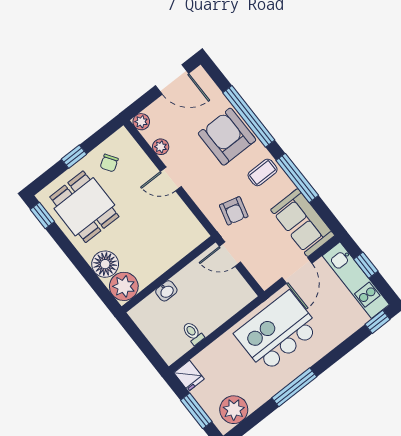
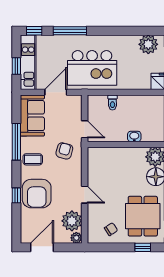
door: (172, 79) -> (42, 247), hinge flipped
window: (249, 116) -> (16, 195), width x0.32
plant: (161, 147) -> (72, 221), width x1.87, depth x1.87
window: (74, 157) -> (143, 247), moved
toilet: (193, 333) -> (112, 103), moved
window: (294, 387) -> (70, 31), moved

